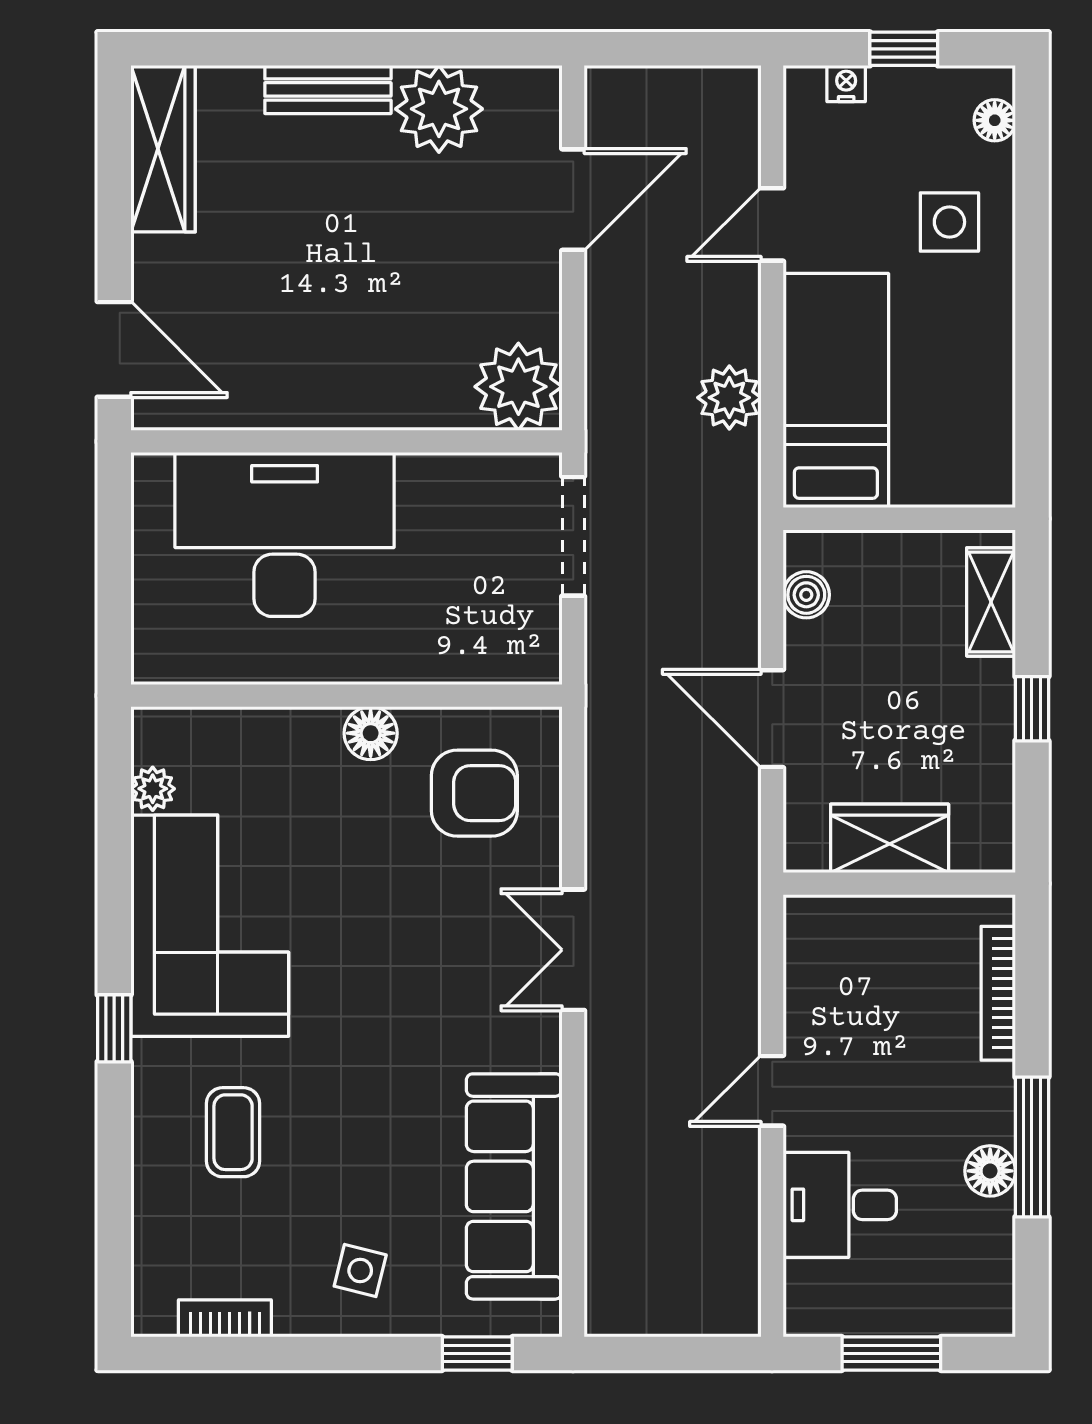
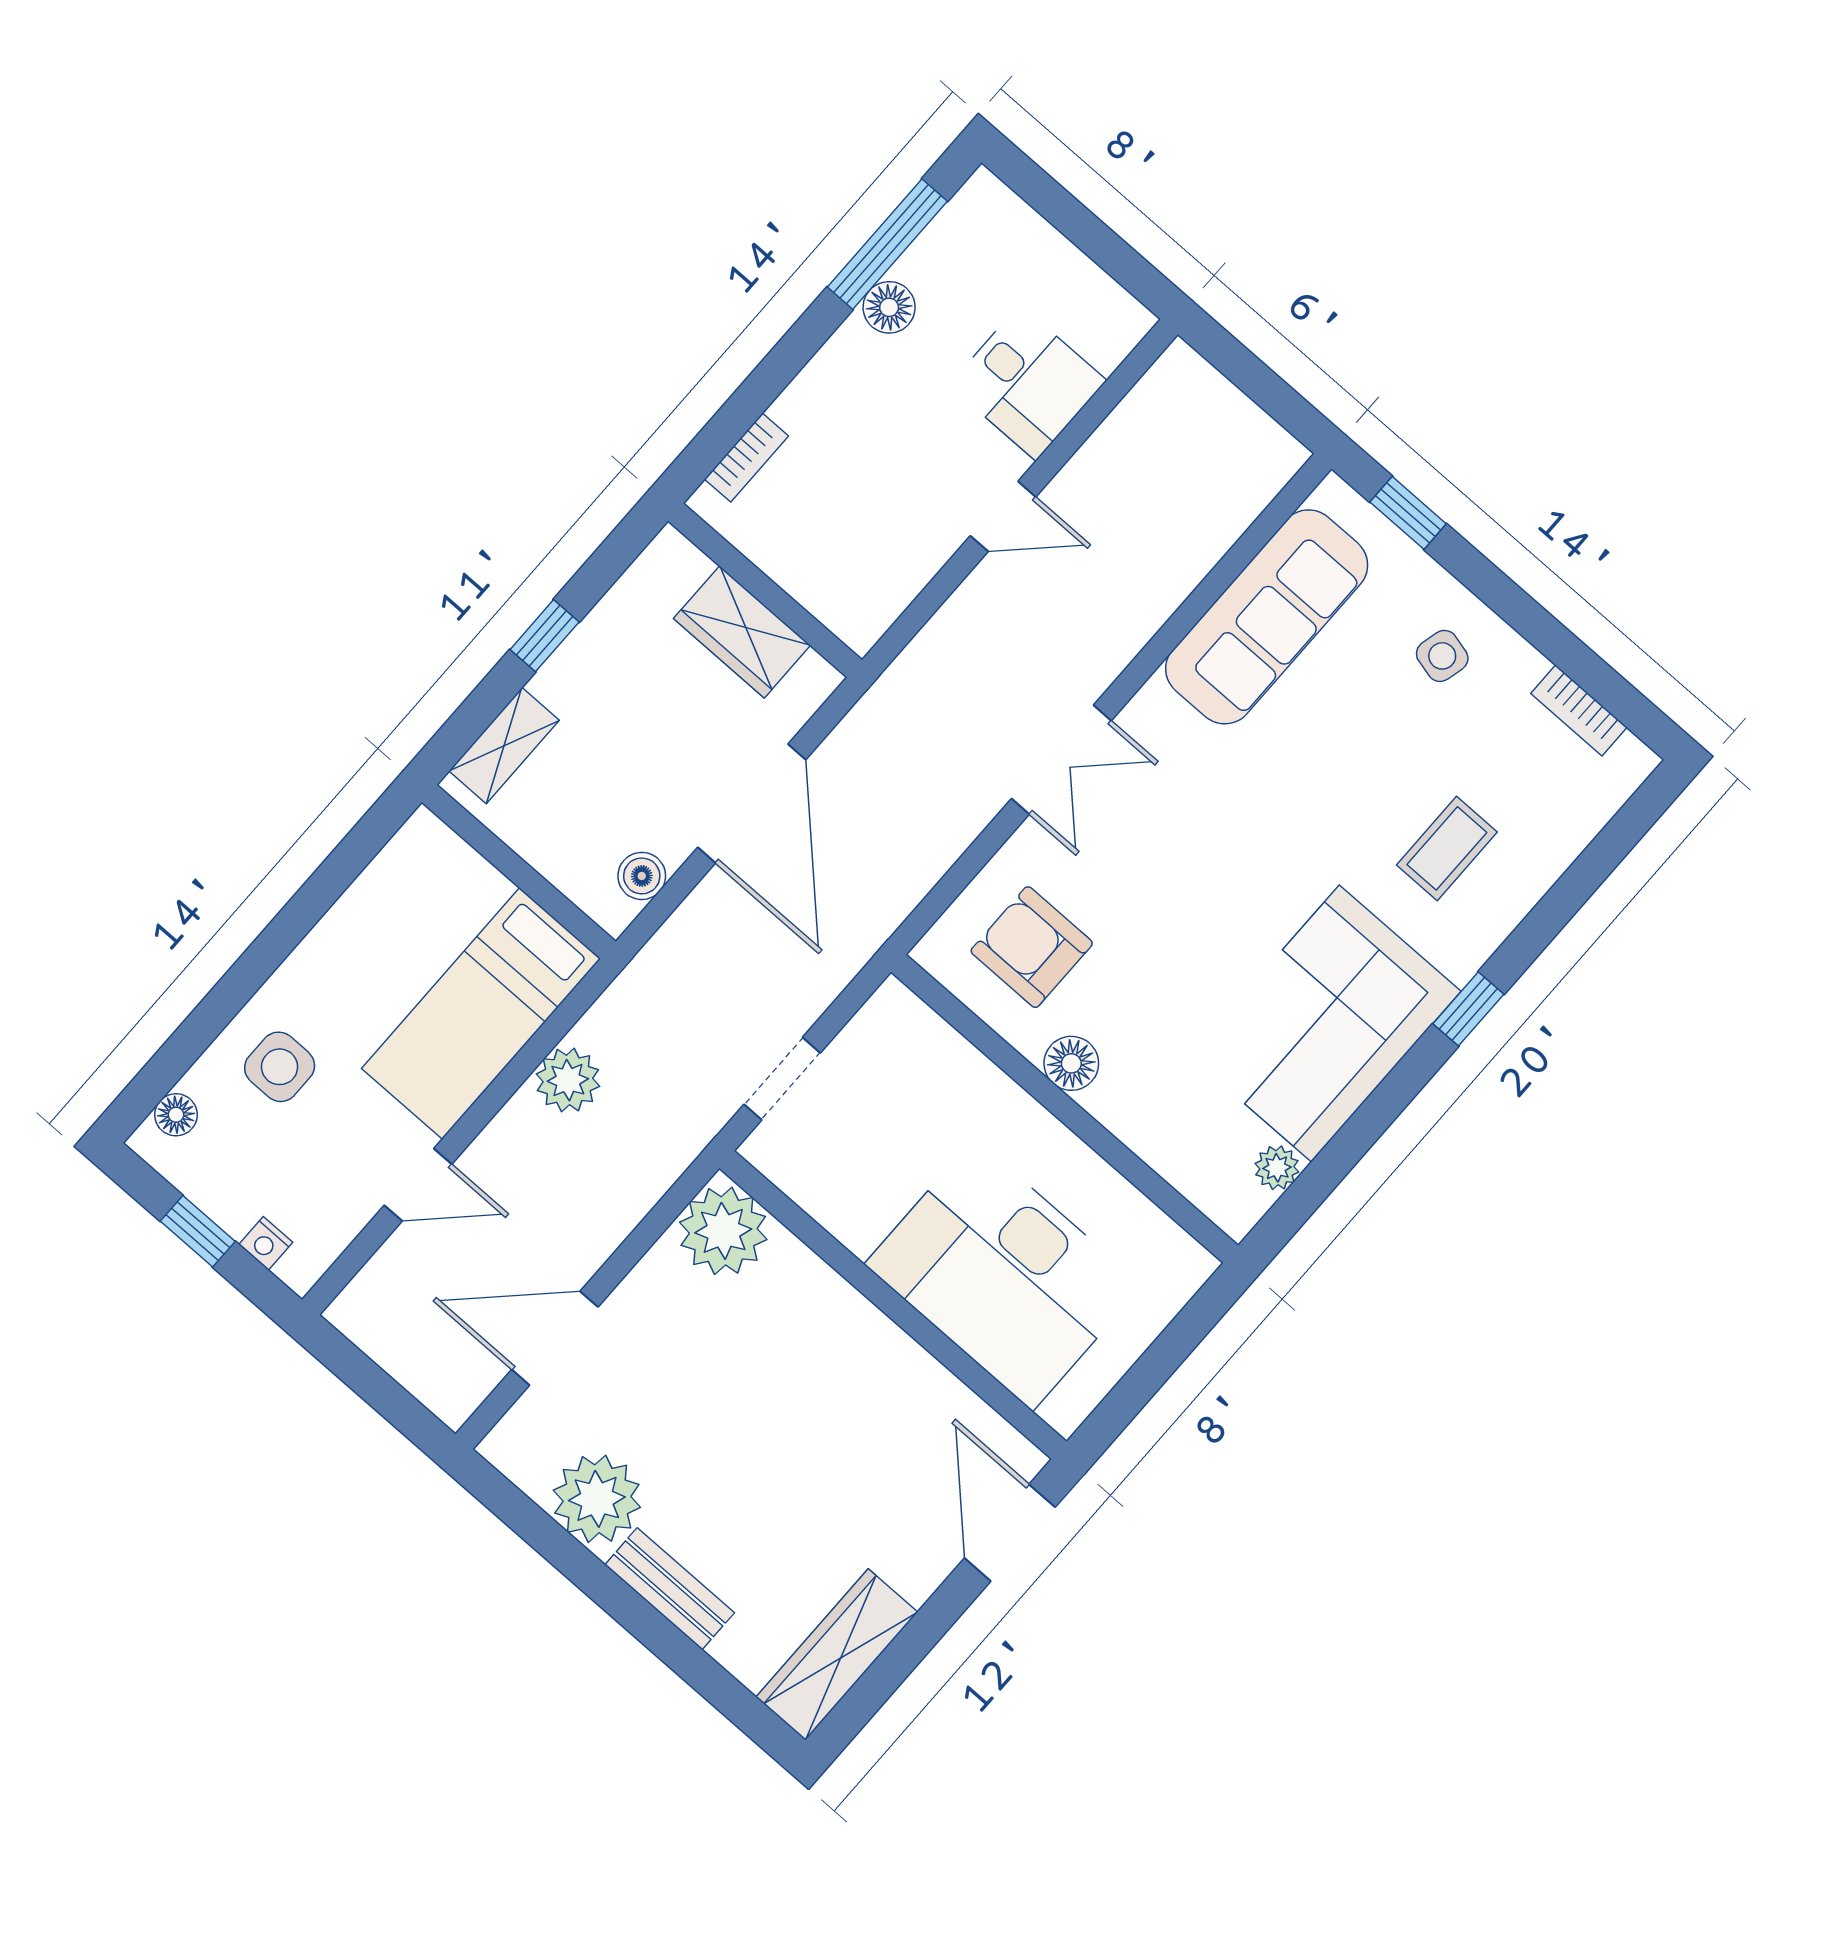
doorway: (573, 536) -> (782, 1079), width x0.73
door: (772, 719) -> (752, 803), width x1.36
bookcase: (998, 993) -> (747, 458), width x0.64
window: (1032, 1147) -> (887, 244), moved
window: (891, 1354) -> (1089, 233), removed

